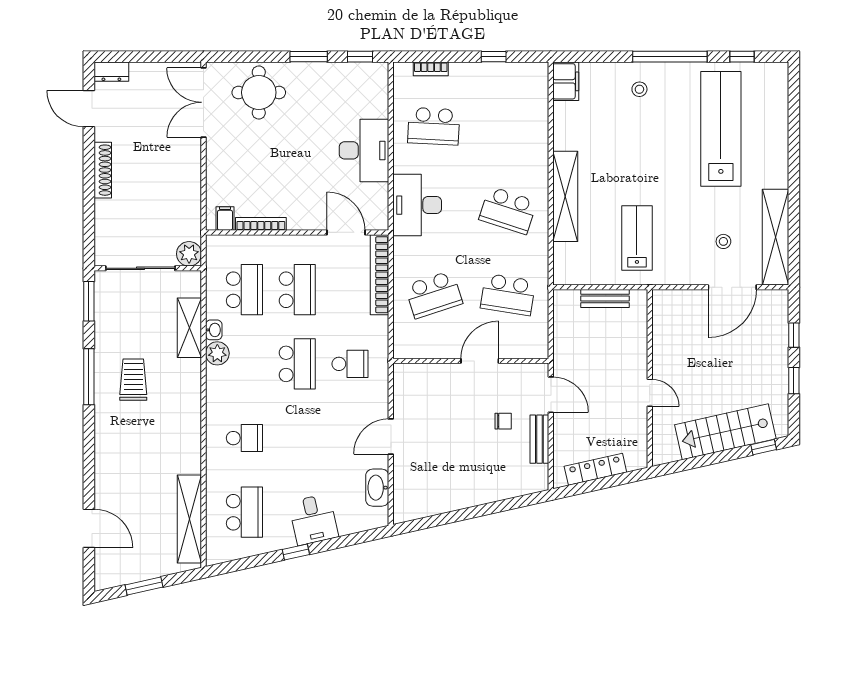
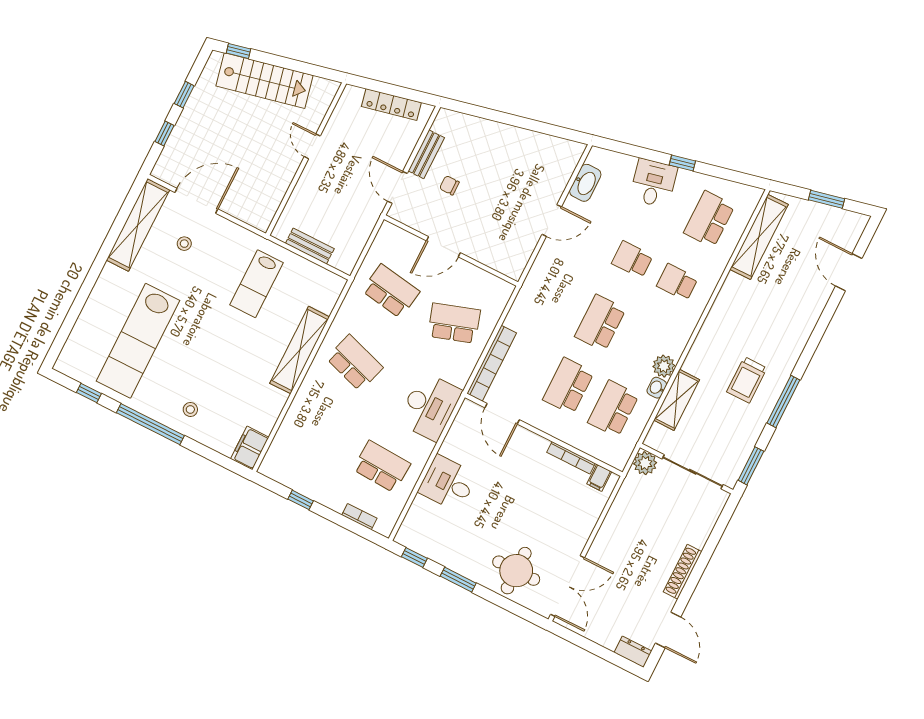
desk: (364, 150) -> (448, 483), width x0.73
school desk: (350, 364) -> (632, 260), moved

